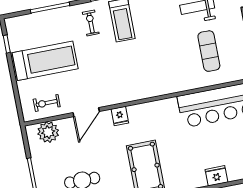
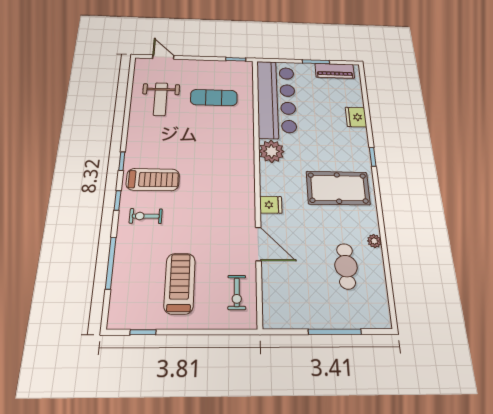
treadmill: (45, 61) -> (180, 283), width x0.73, depth x0.73
plant: (48, 132) -> (271, 151), moved

